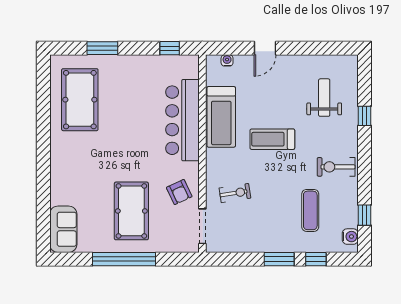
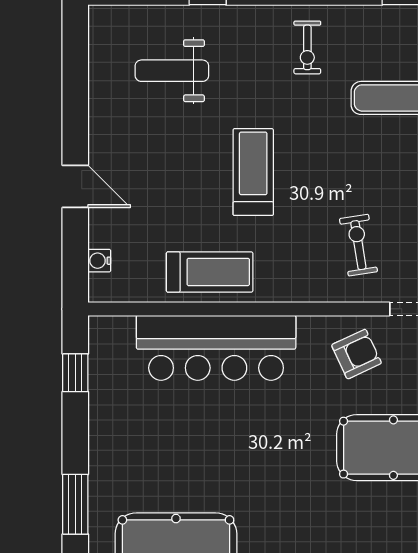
treadmill: (221, 117) -> (210, 272), width x0.73, depth x0.73
treadmill: (272, 139) -> (253, 172), turned 180
exercise bike: (336, 167) -> (307, 47), width x0.73, depth x0.72

